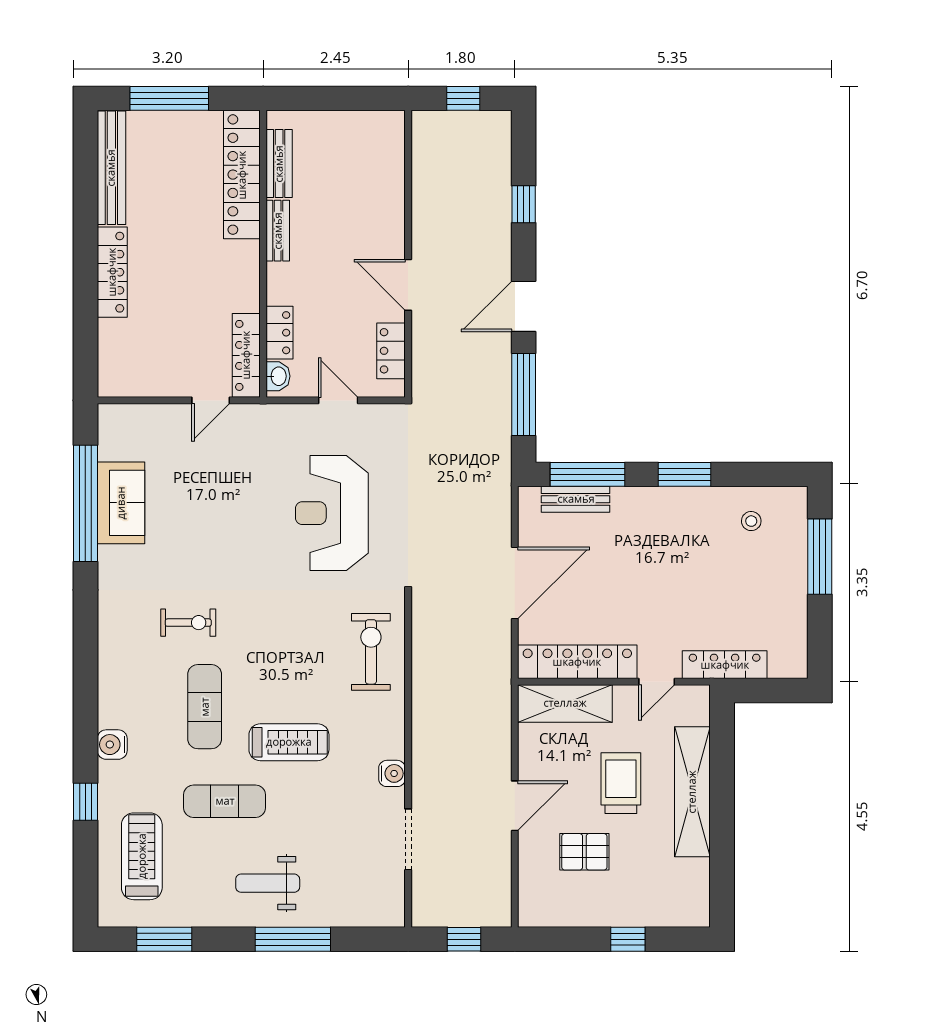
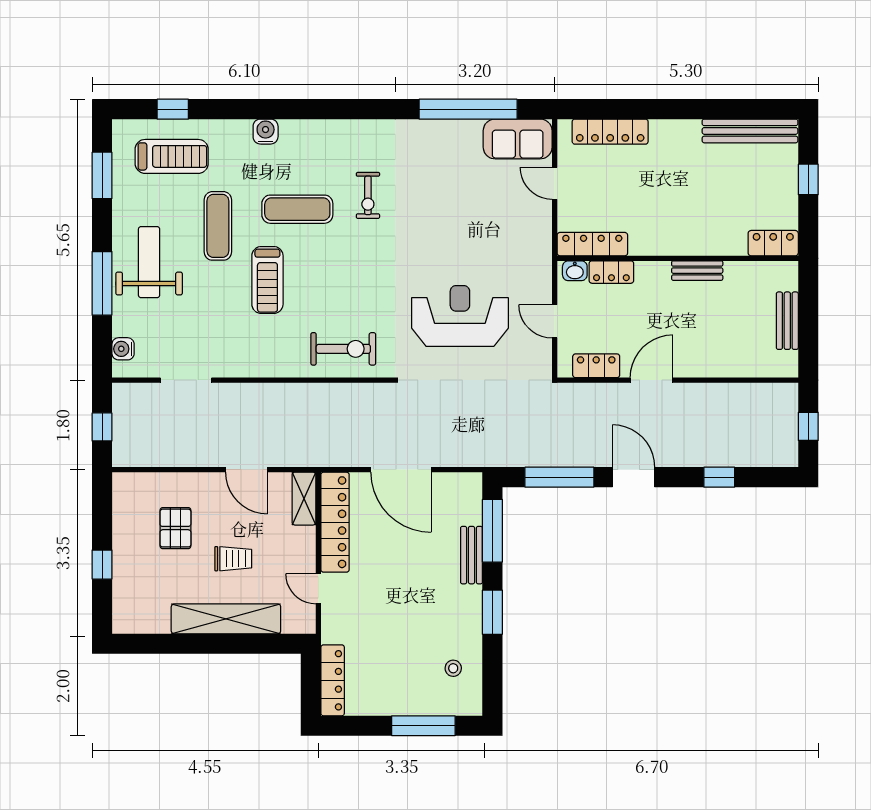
window: (169, 98) -> (808, 179), width x0.46
bench: (279, 164) -> (787, 321), moved, turned 90
locker: (242, 175) -> (773, 243), width x0.46, depth x0.83
locker: (112, 272) -> (610, 132), moved
door: (211, 400) -> (555, 183), moved
door: (338, 400) -> (555, 321), swing flipped
bench: (576, 499) -> (471, 555), moved
sofa: (121, 503) -> (518, 139), moved
locker: (725, 665) -> (333, 680), moved
shelving: (565, 703) -> (304, 499), width x0.67, depth x0.75
water cooler: (392, 773) -> (123, 349), moved, turned 90
trolley: (621, 783) -> (233, 559), width x0.73, depth x0.72
window: (85, 802) -> (173, 109), moved
door: (515, 806) -> (246, 470), moved
weight bench: (268, 883) -> (149, 262), width x1.36, depth x1.33

